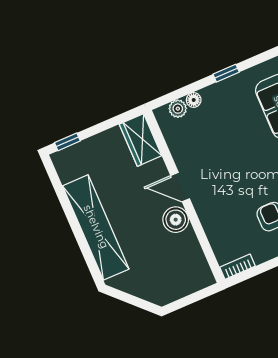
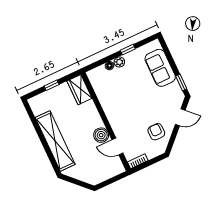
plant: (178, 109) -> (119, 62), moved
window: (67, 142) -> (52, 85), moved
door: (180, 187) -> (117, 146), moved

